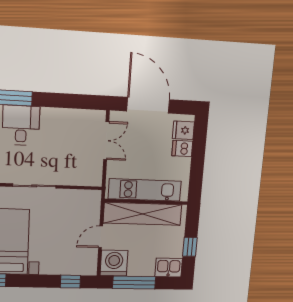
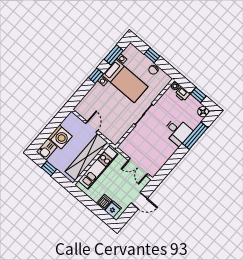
door: (148, 105) -> (139, 201), width x0.53
washing machine: (114, 263) -> (60, 137), moved
window: (70, 282) -> (96, 76), moved
window: (134, 283) -> (53, 125), removed

